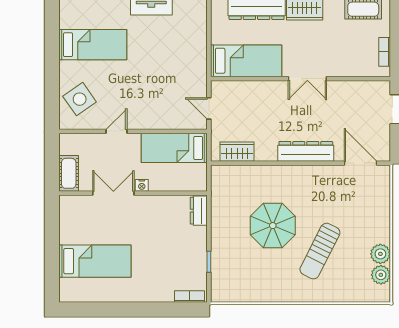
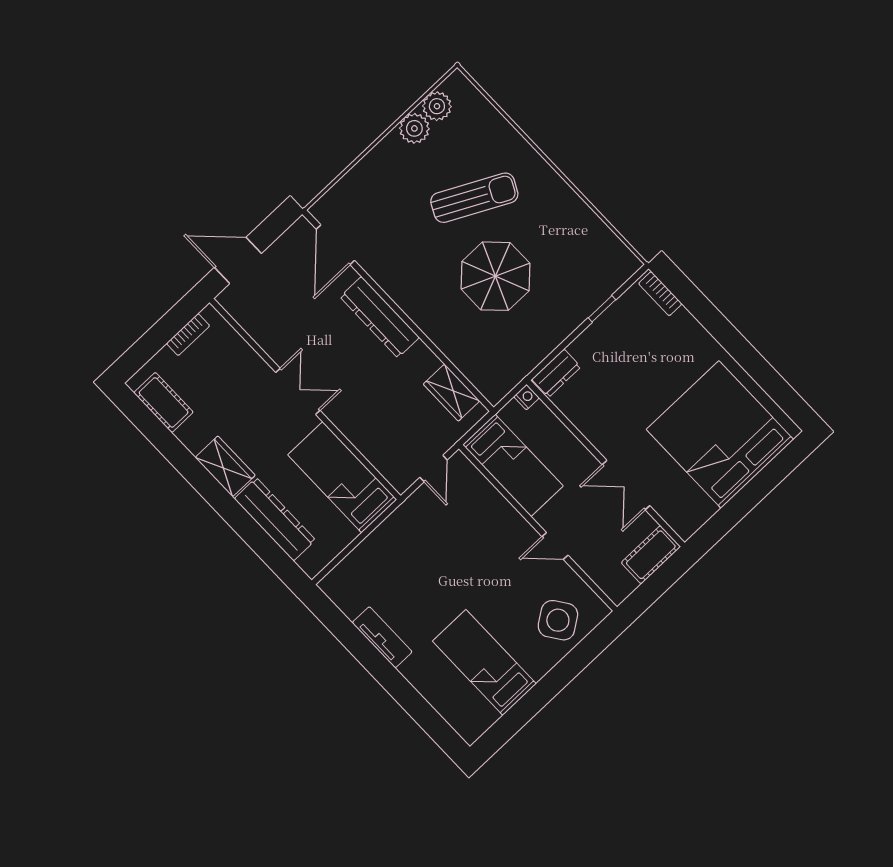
nightstand: (142, 185) -> (526, 397), moved
bed: (95, 261) -> (720, 434), width x2.04

